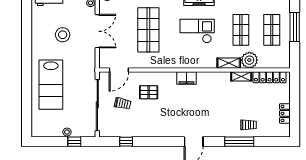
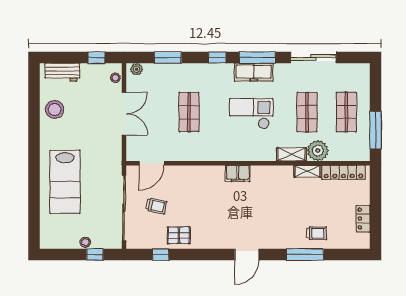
window: (295, 27) -> (376, 130), moved
shop shelf: (148, 30) -> (189, 112), width x0.70, depth x0.74
stool: (63, 35) -> (55, 109), moved
pallet: (149, 92) -> (179, 235), moved

